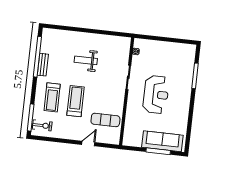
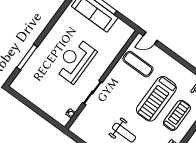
treadmill: (76, 101) -> (156, 99), width x1.37, depth x1.38
door: (88, 143) -> (150, 38), moved

